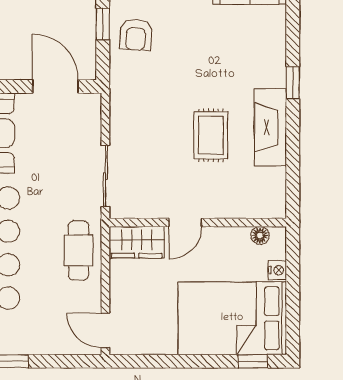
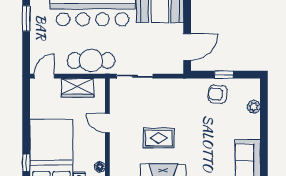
wardrobe: (137, 242) -> (77, 88), moved, turned -90
cafe table: (78, 251) -> (91, 60), width x1.37, depth x1.35

